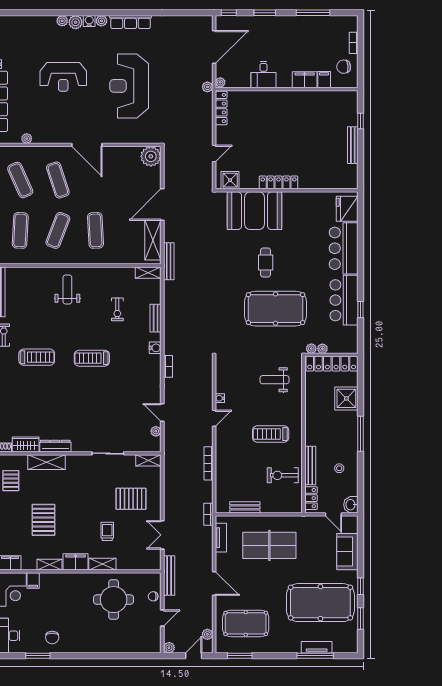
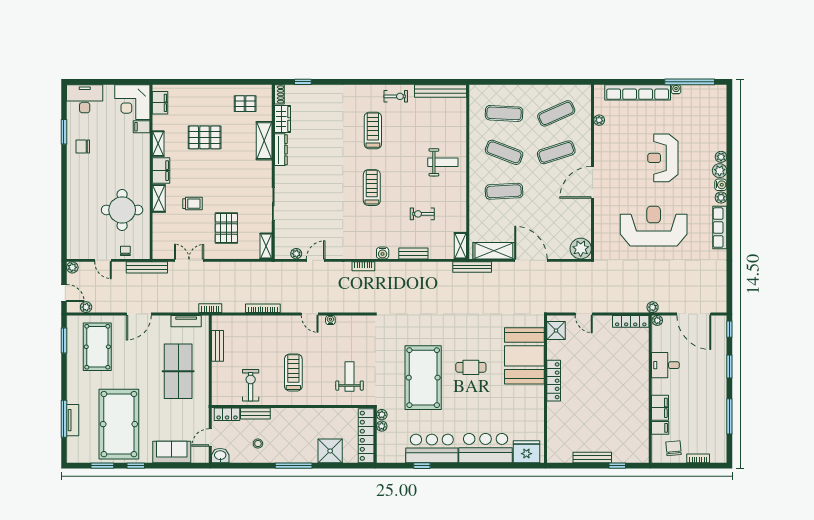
treadmill: (37, 357) -> (373, 130), turned 180
bench: (310, 465) -> (255, 414), width x0.73

